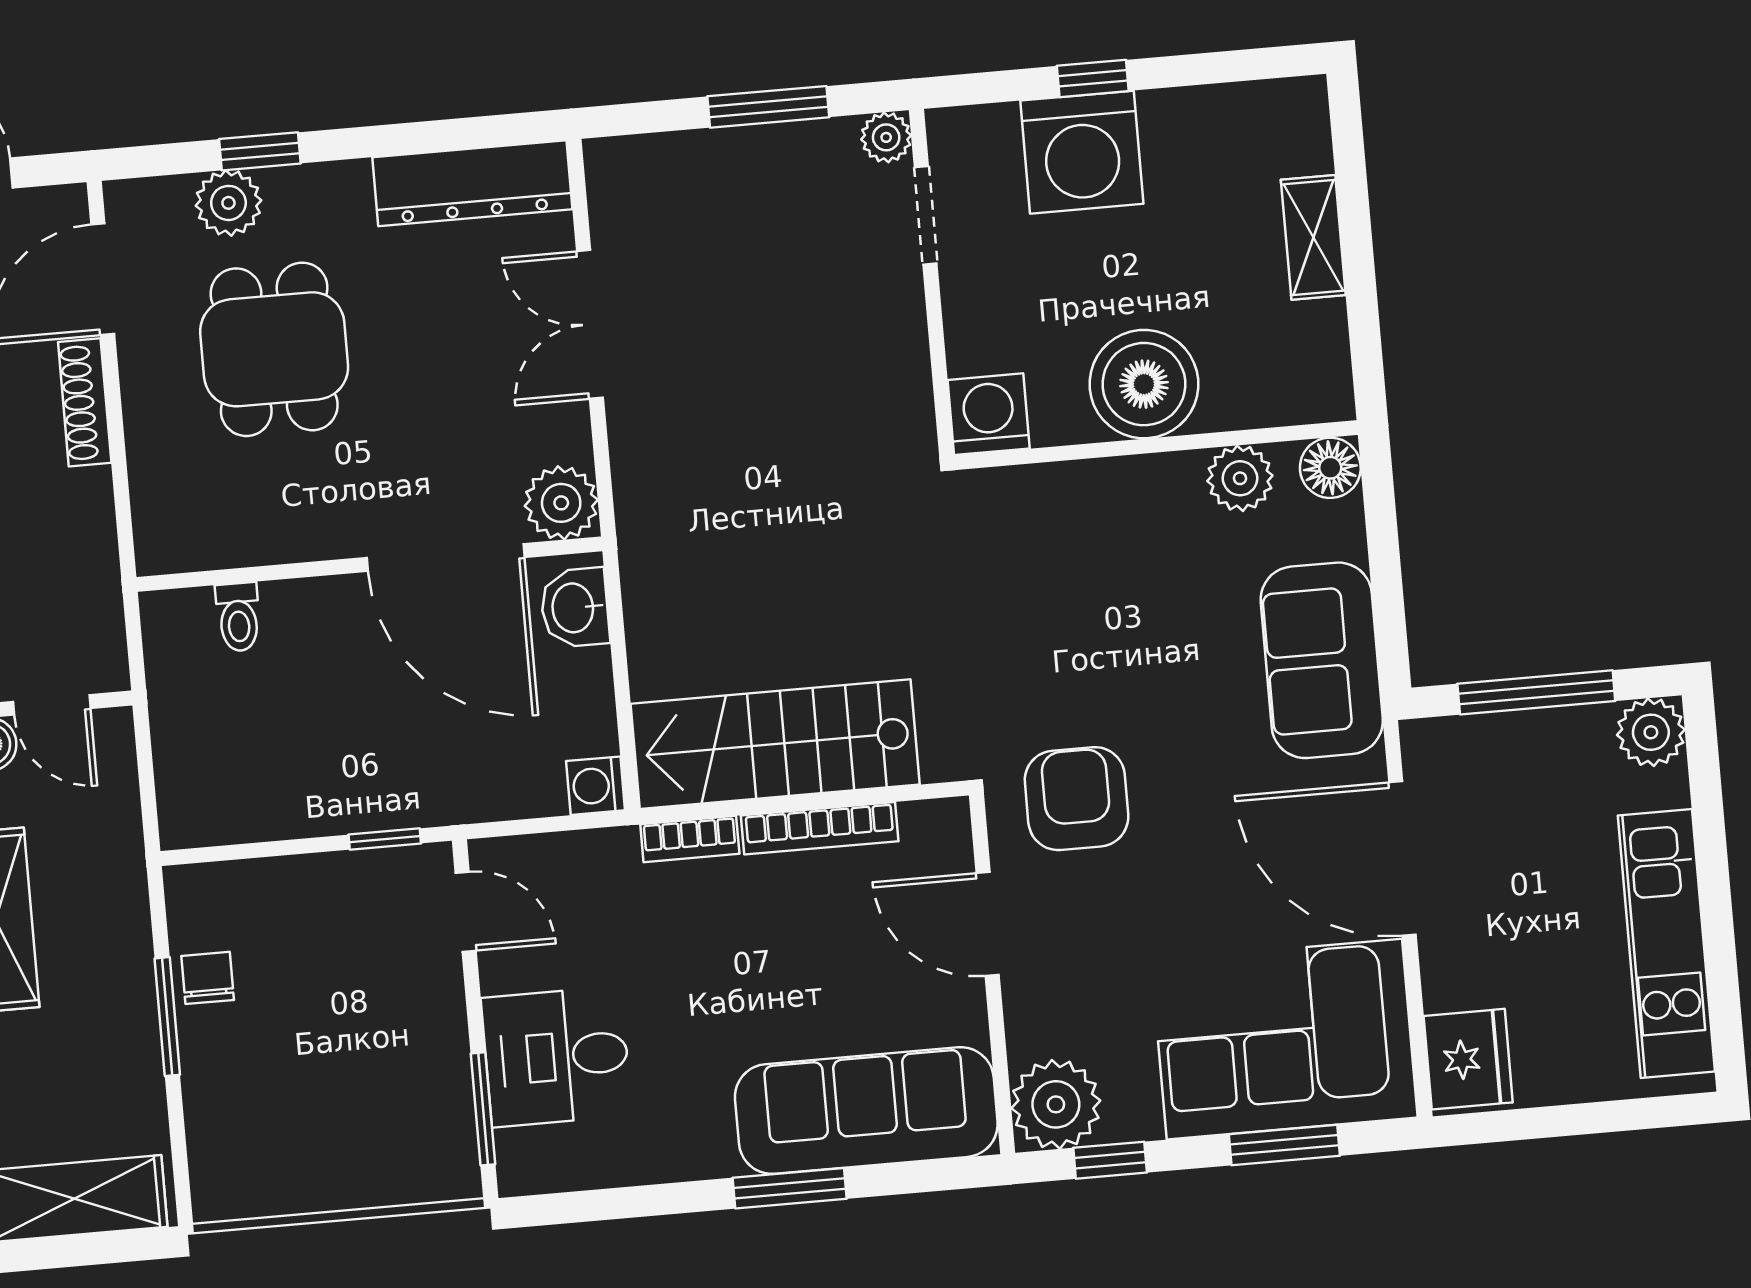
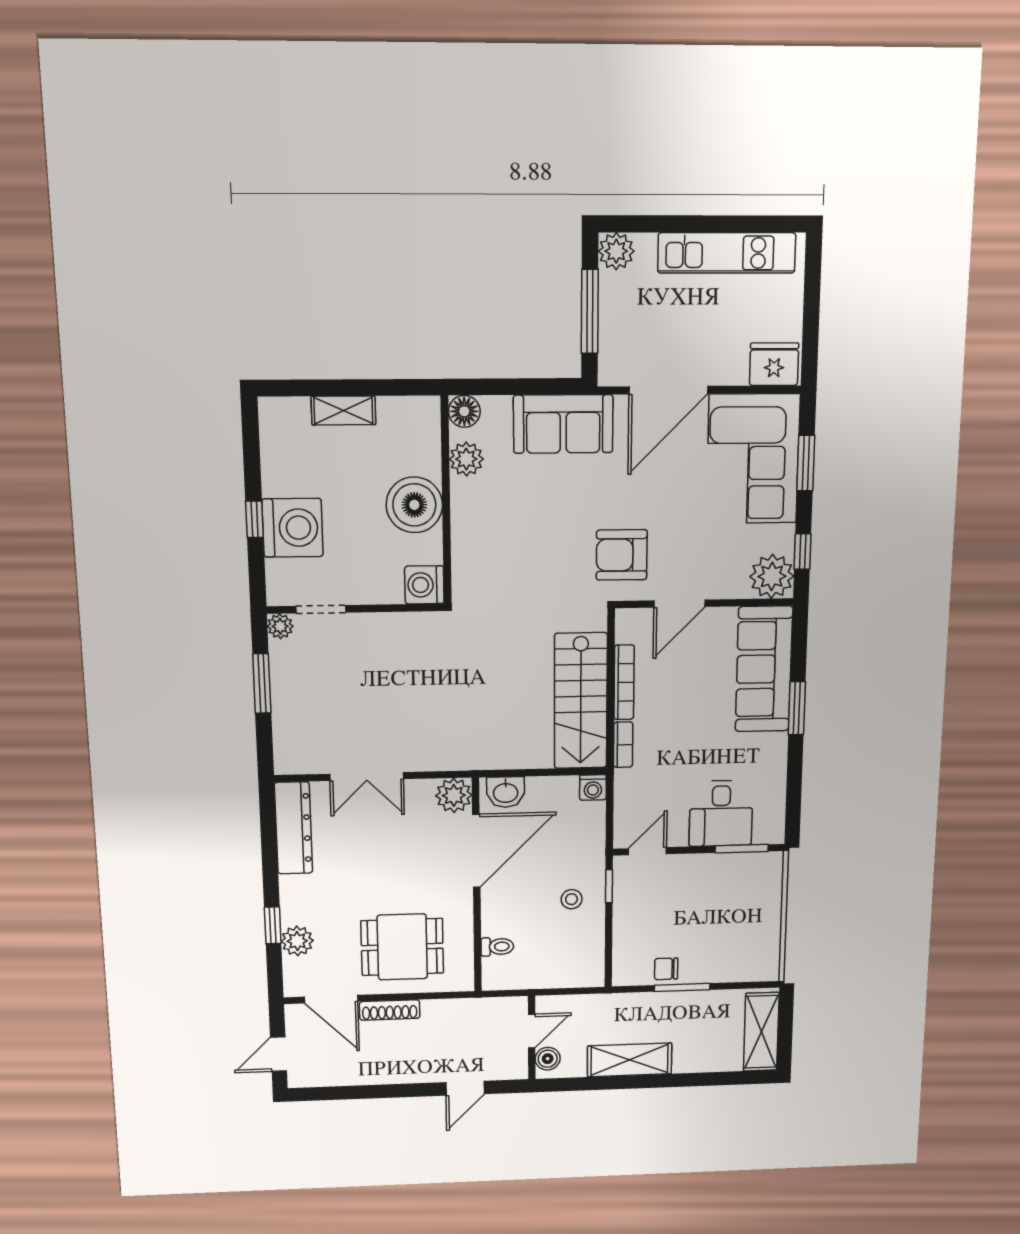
dining table: (274, 349) -> (402, 947), moved
stool: (352, 763) -> (572, 899), added

